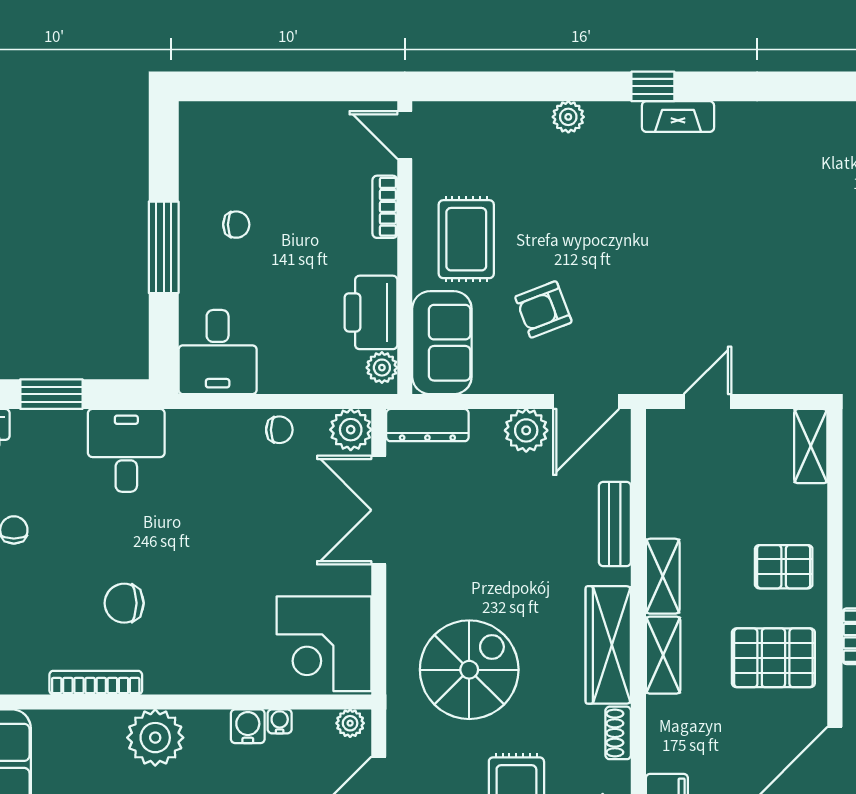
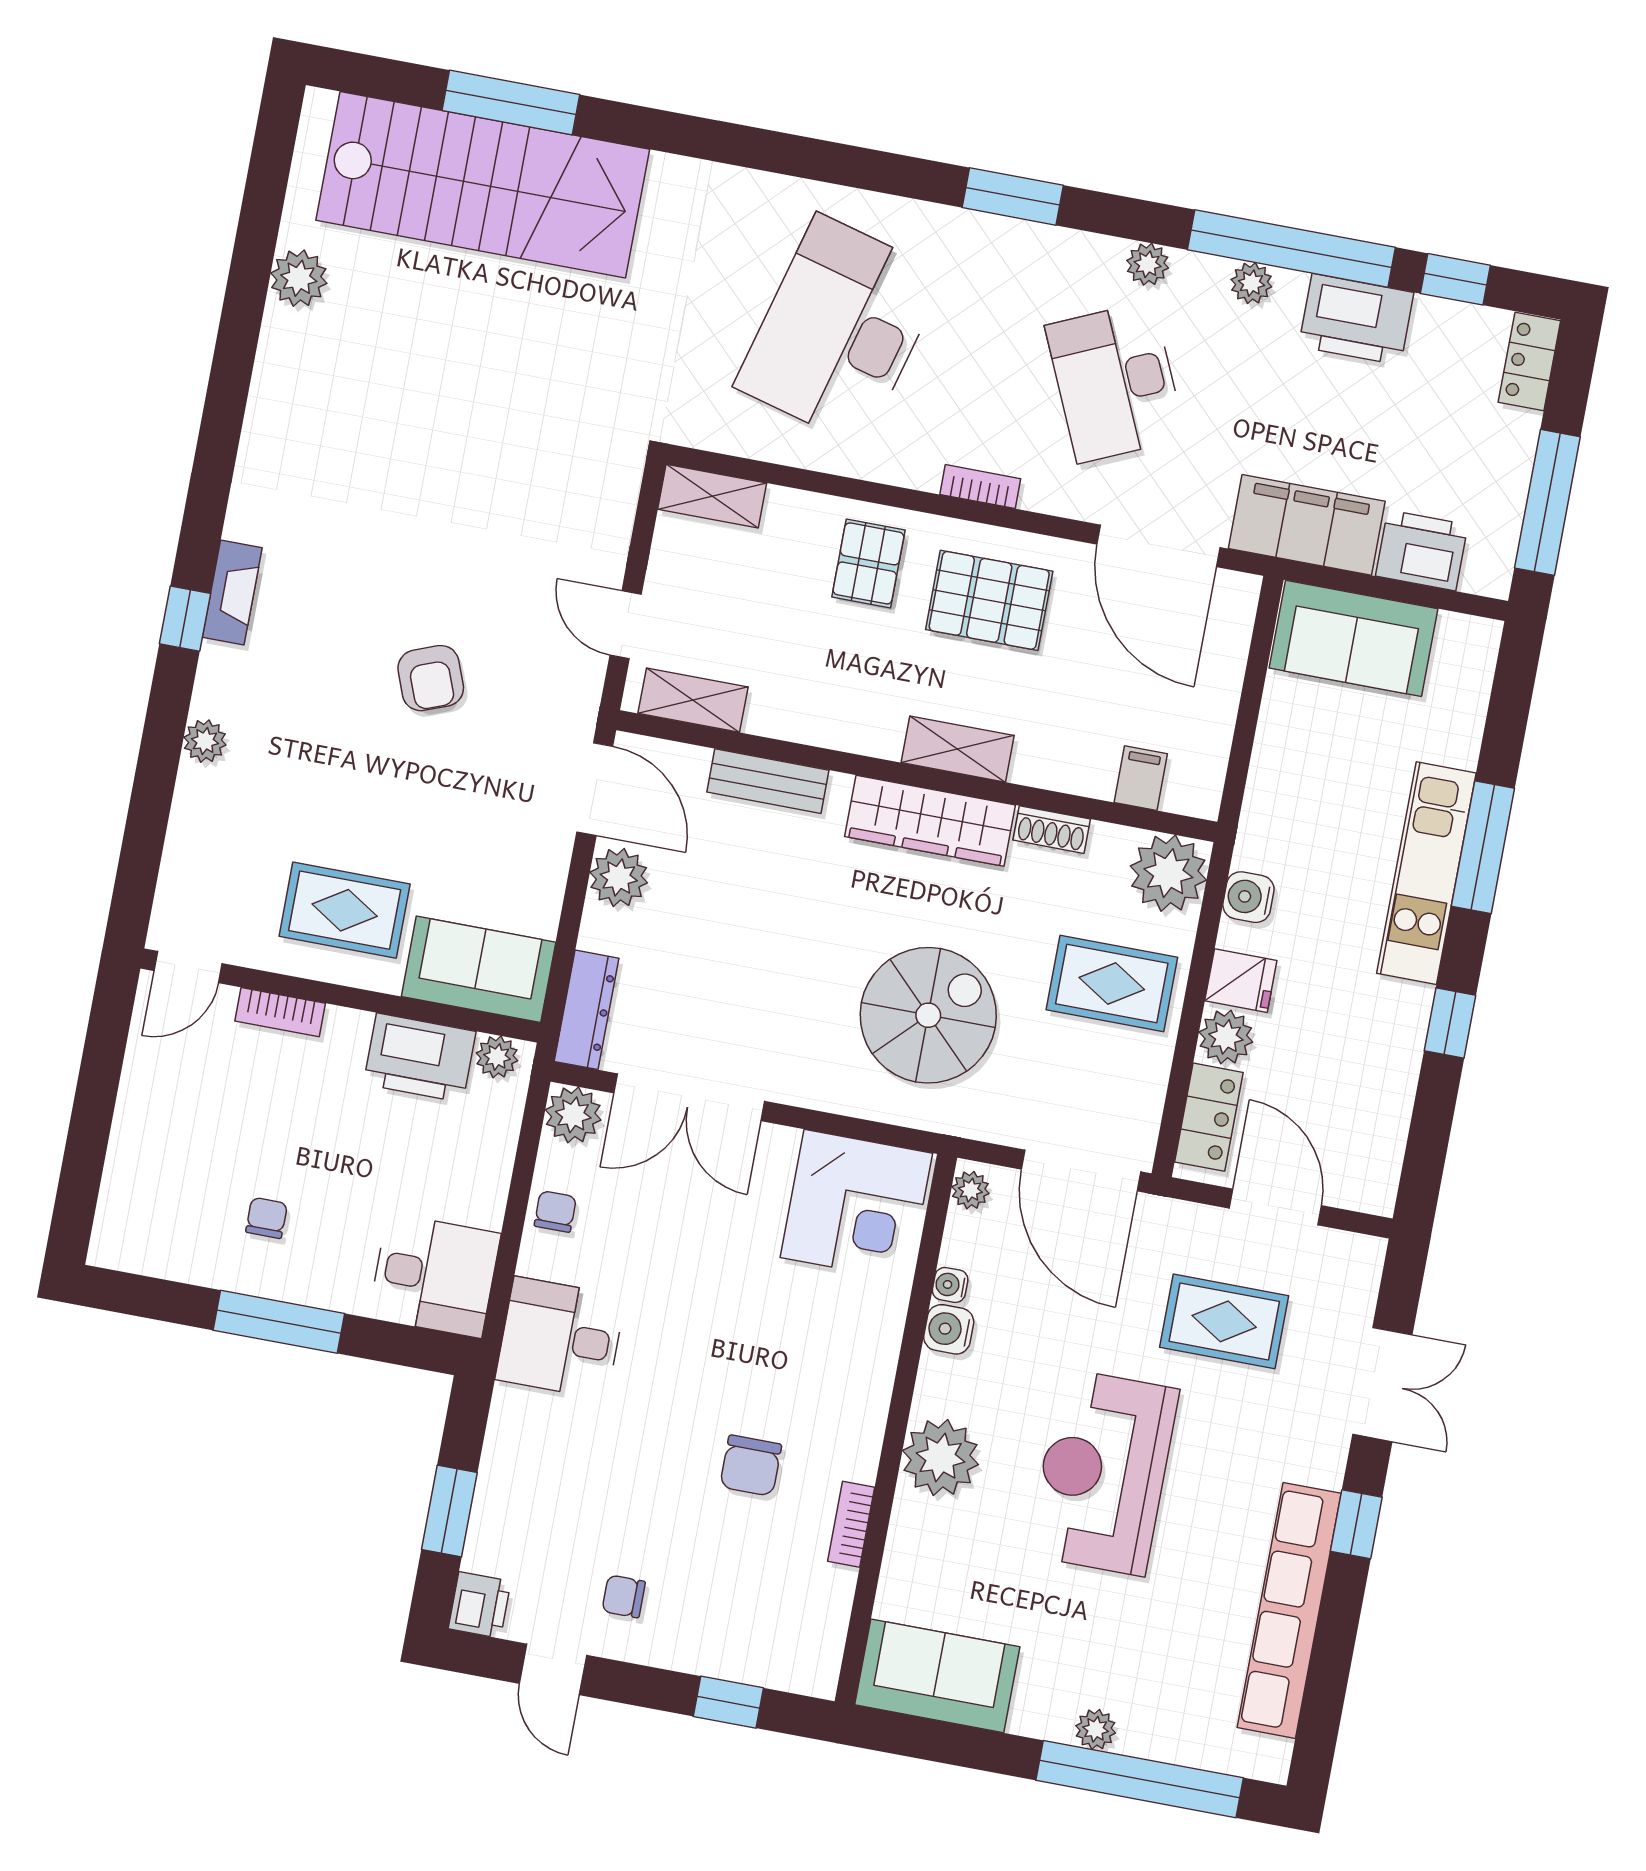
armchair: (543, 309) -> (431, 678), moved
desk: (126, 450) -> (561, 1338), moved
shelving: (663, 576) -> (693, 700), moved
pallet: (773, 658) -> (989, 600), turned 90
spiral stairs: (469, 670) -> (928, 1015), turned 90
bookcase: (96, 683) -> (851, 1524), width x0.64

